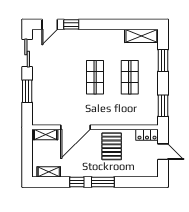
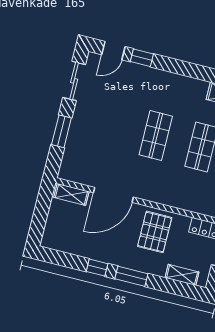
shelving: (49, 172) -> (182, 275), moved

